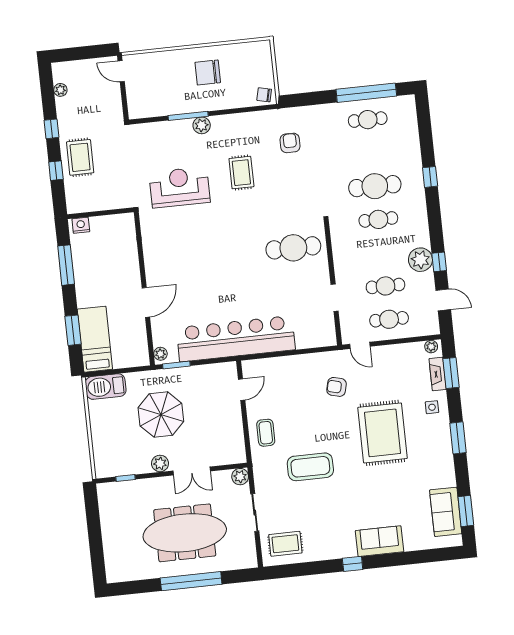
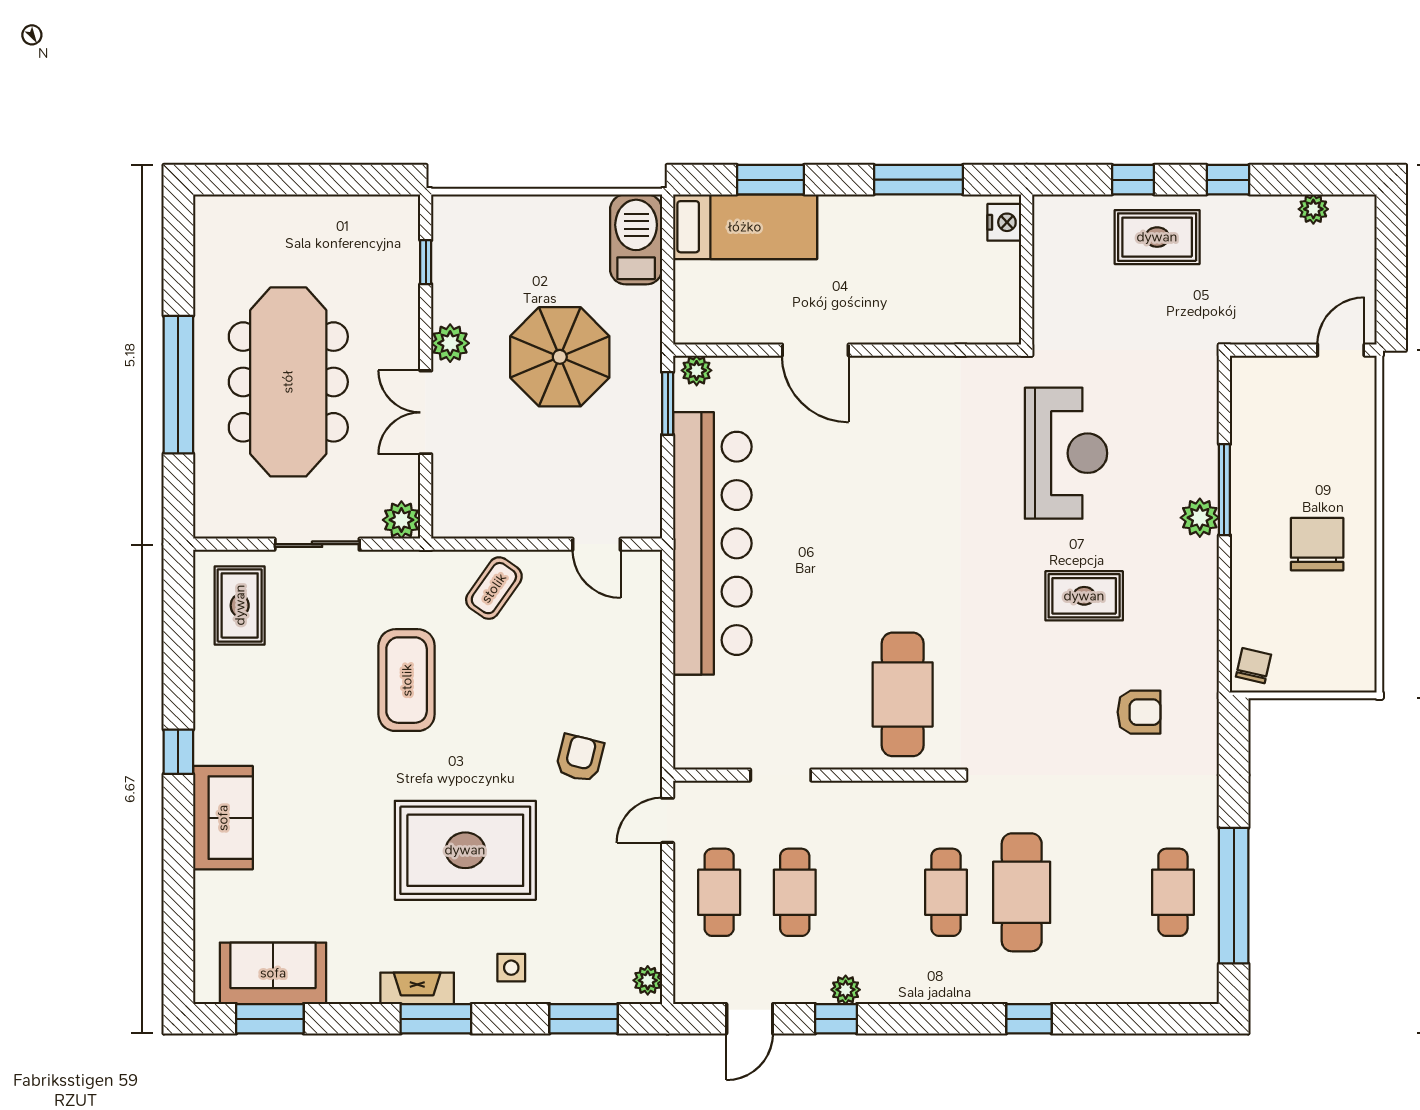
plant: (420, 260) -> (846, 990), width x0.53, depth x0.53
fireplace: (438, 374) -> (417, 988), moved
coffee table: (266, 433) -> (494, 588), turned -55

